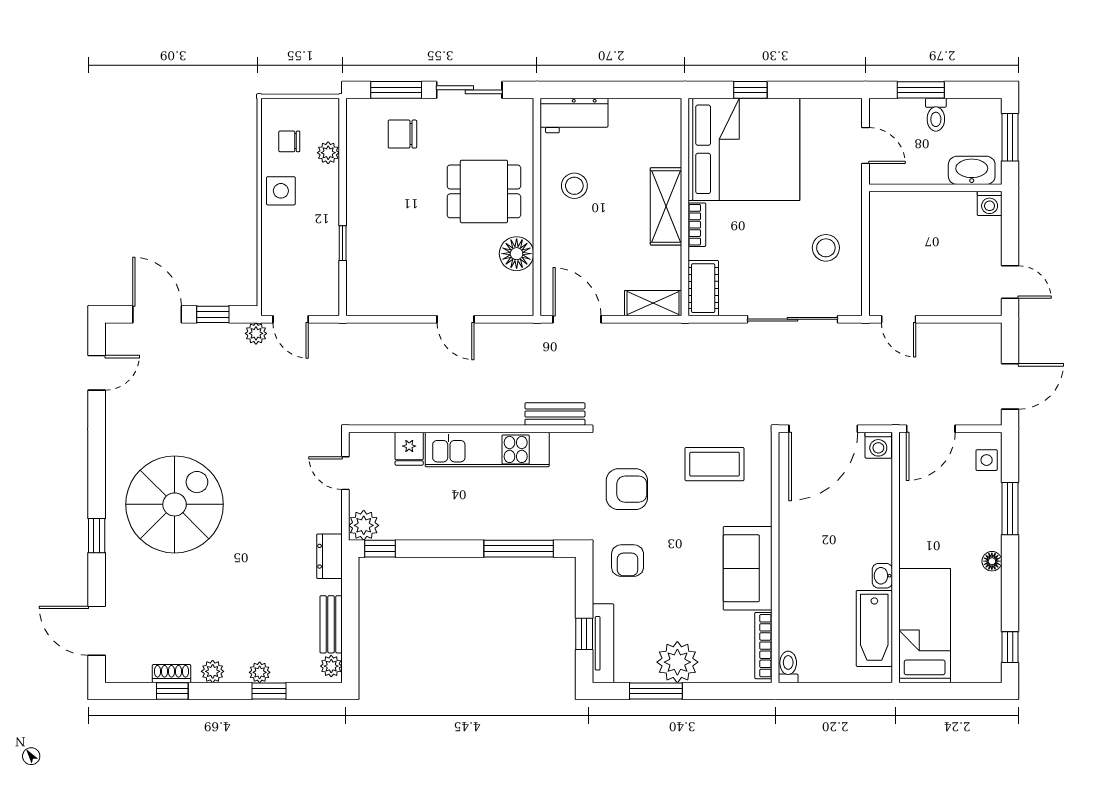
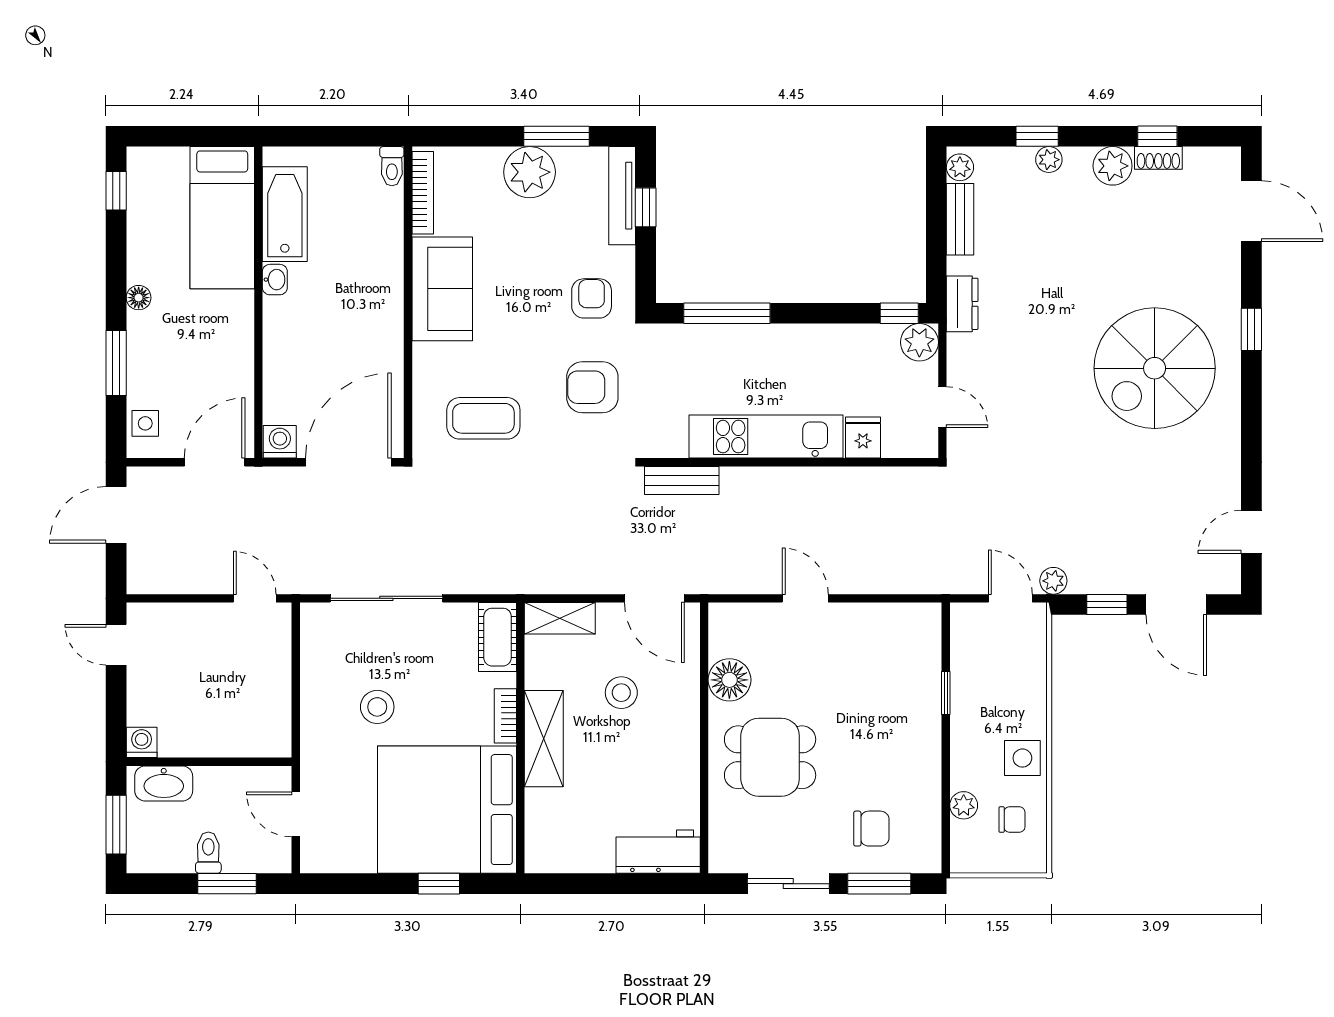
stool: (574, 186) -> (621, 693), moved
stool: (826, 248) -> (377, 707), moved
plant: (213, 671) -> (1113, 166), width x1.38, depth x1.38

